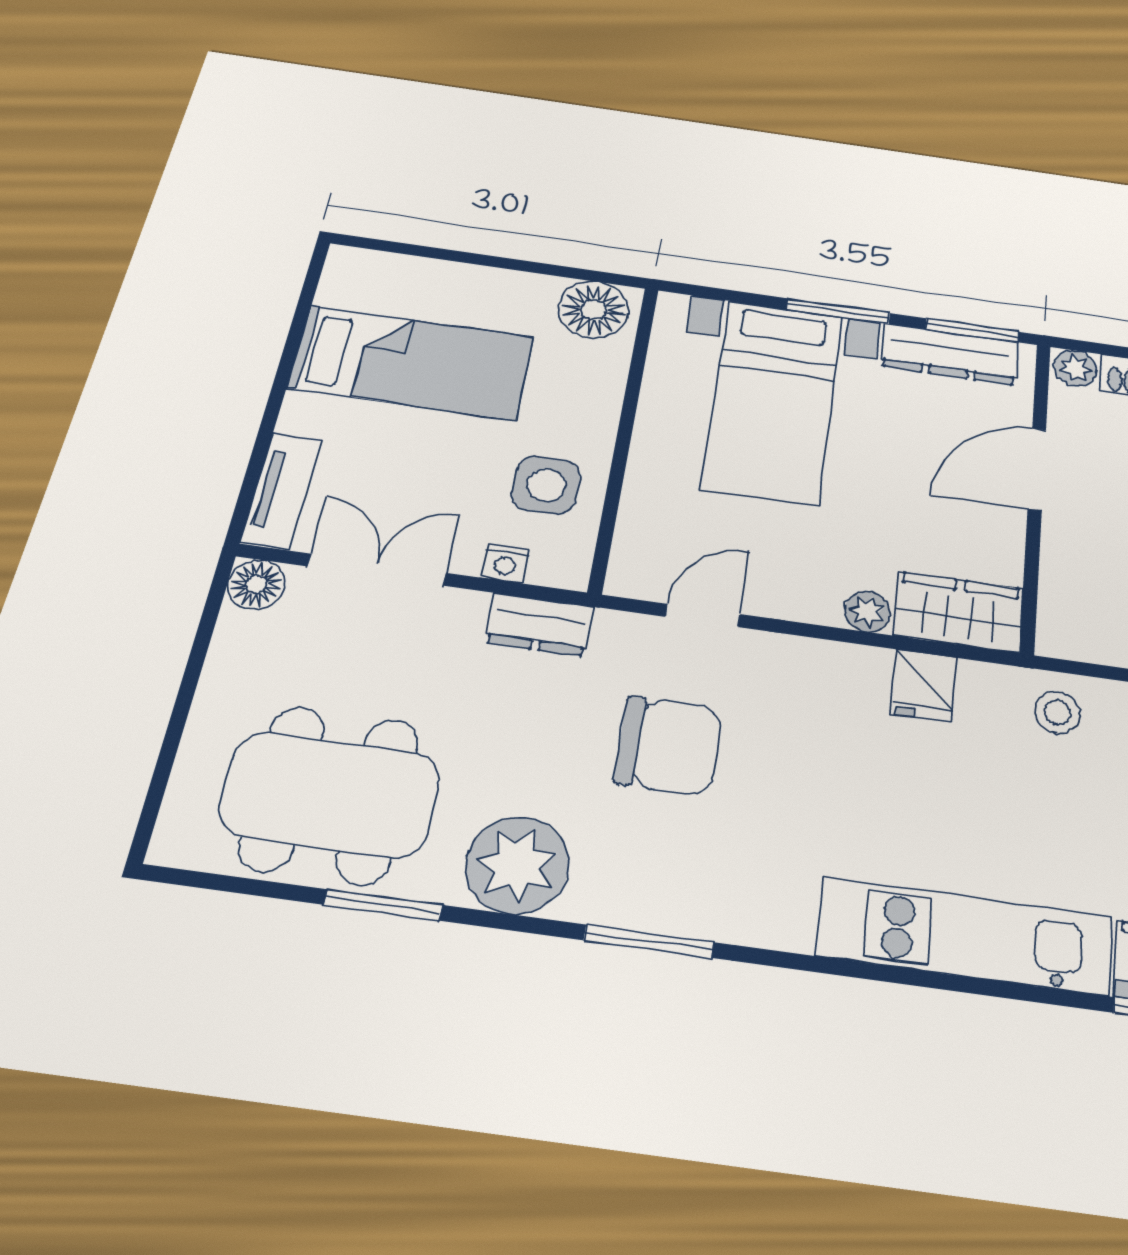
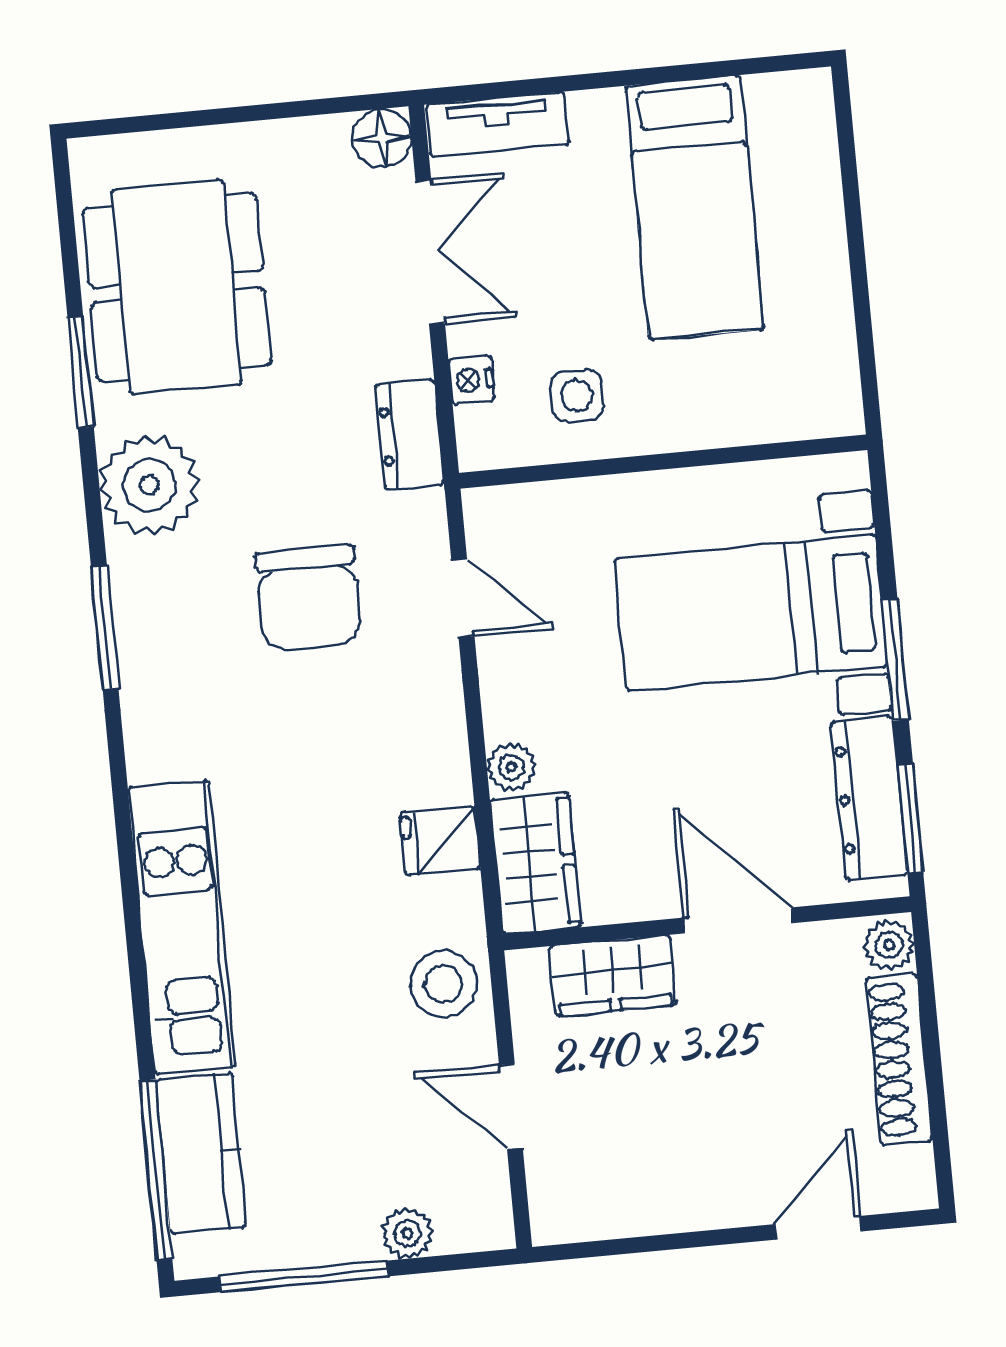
floor lamp: (593, 310) -> (820, 385), removed
side table: (546, 485) -> (577, 396), width x0.73, depth x0.73
wardrobe: (1070, 574) -> (613, 976), added
stool: (1057, 712) -> (444, 984), width x1.37, depth x1.37

